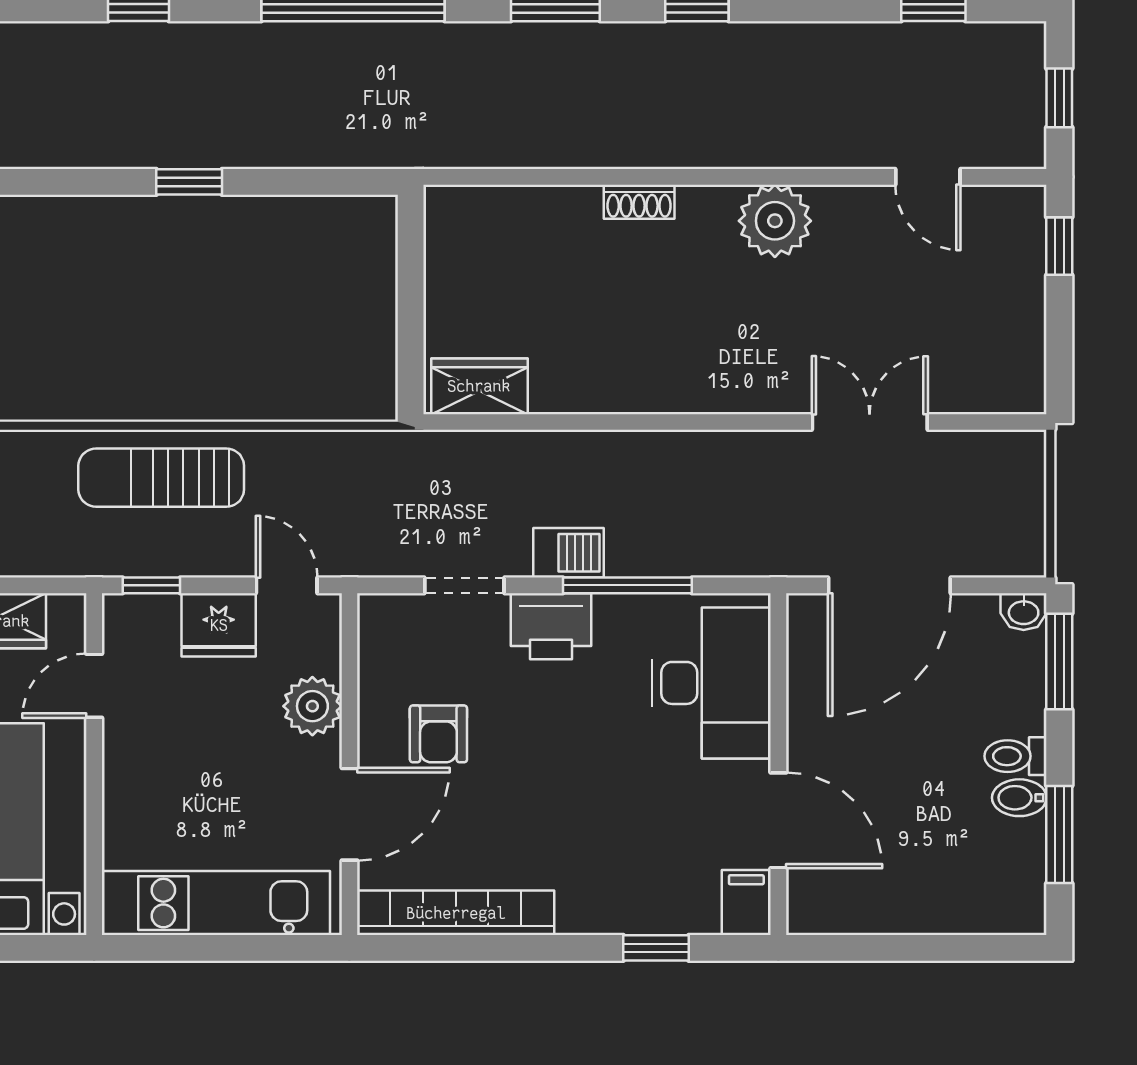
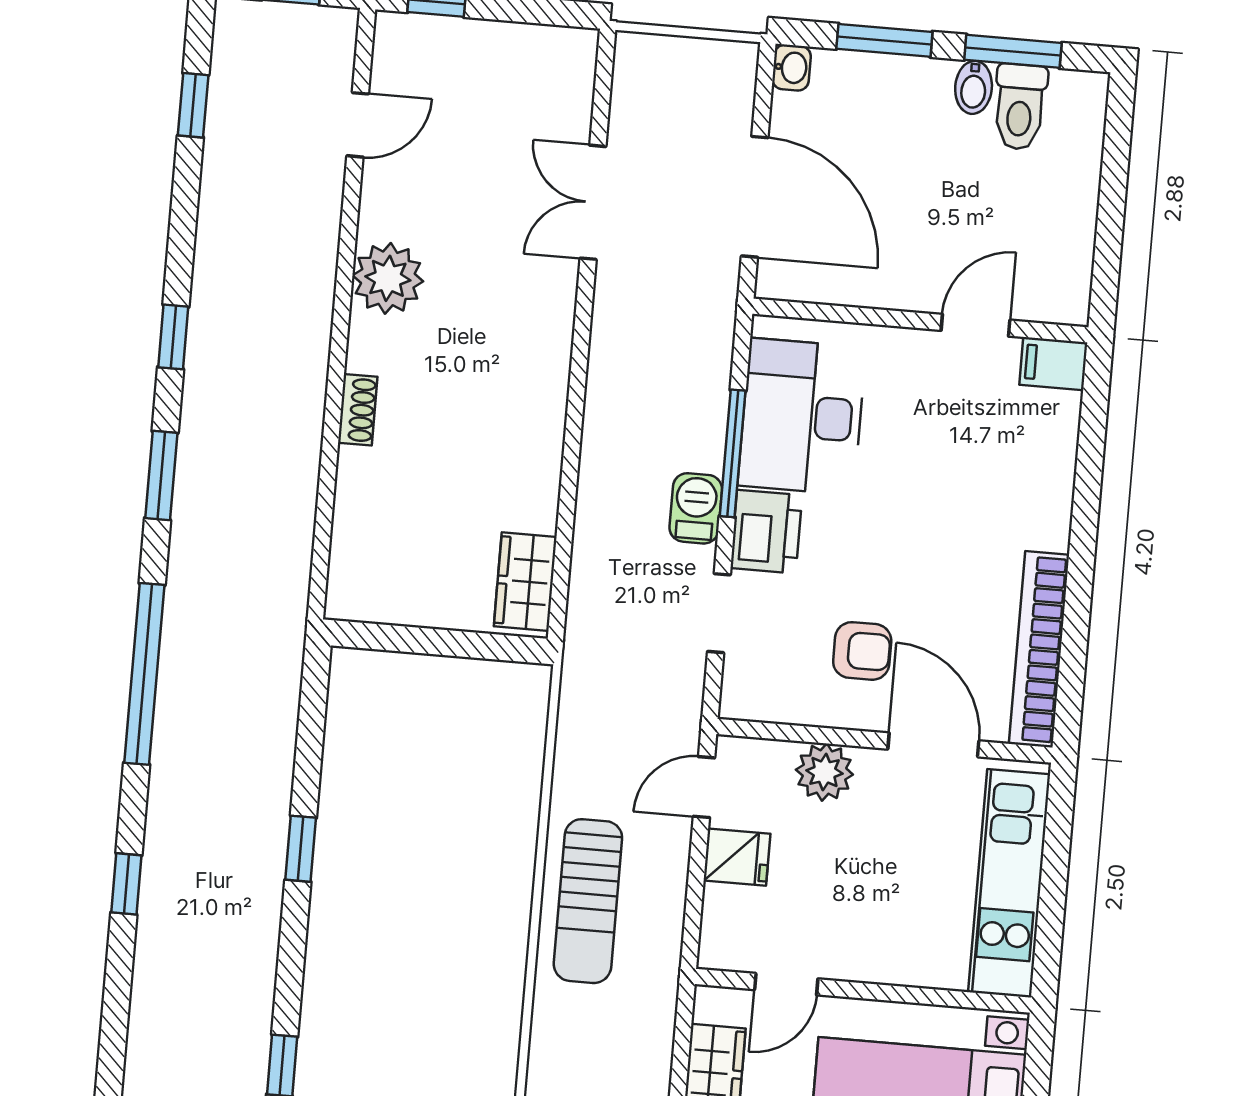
window: (151, 585) -> (693, 920), removed
fridge: (219, 625) -> (737, 857), width x0.72
window: (1059, 662) -> (884, 40), moved
desk: (711, 683) -> (802, 416), moved, turned -90
door: (94, 686) -> (786, 984), hinge flipped
toilet: (1016, 756) -> (1020, 107), moved, width x1.37, depth x1.39
door: (778, 820) -> (976, 325), width x0.73
window: (656, 948) -> (1090, 456), removed

